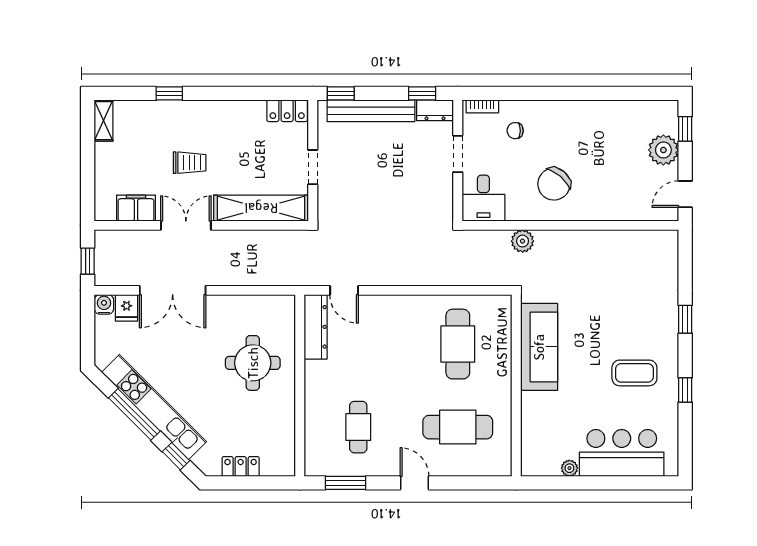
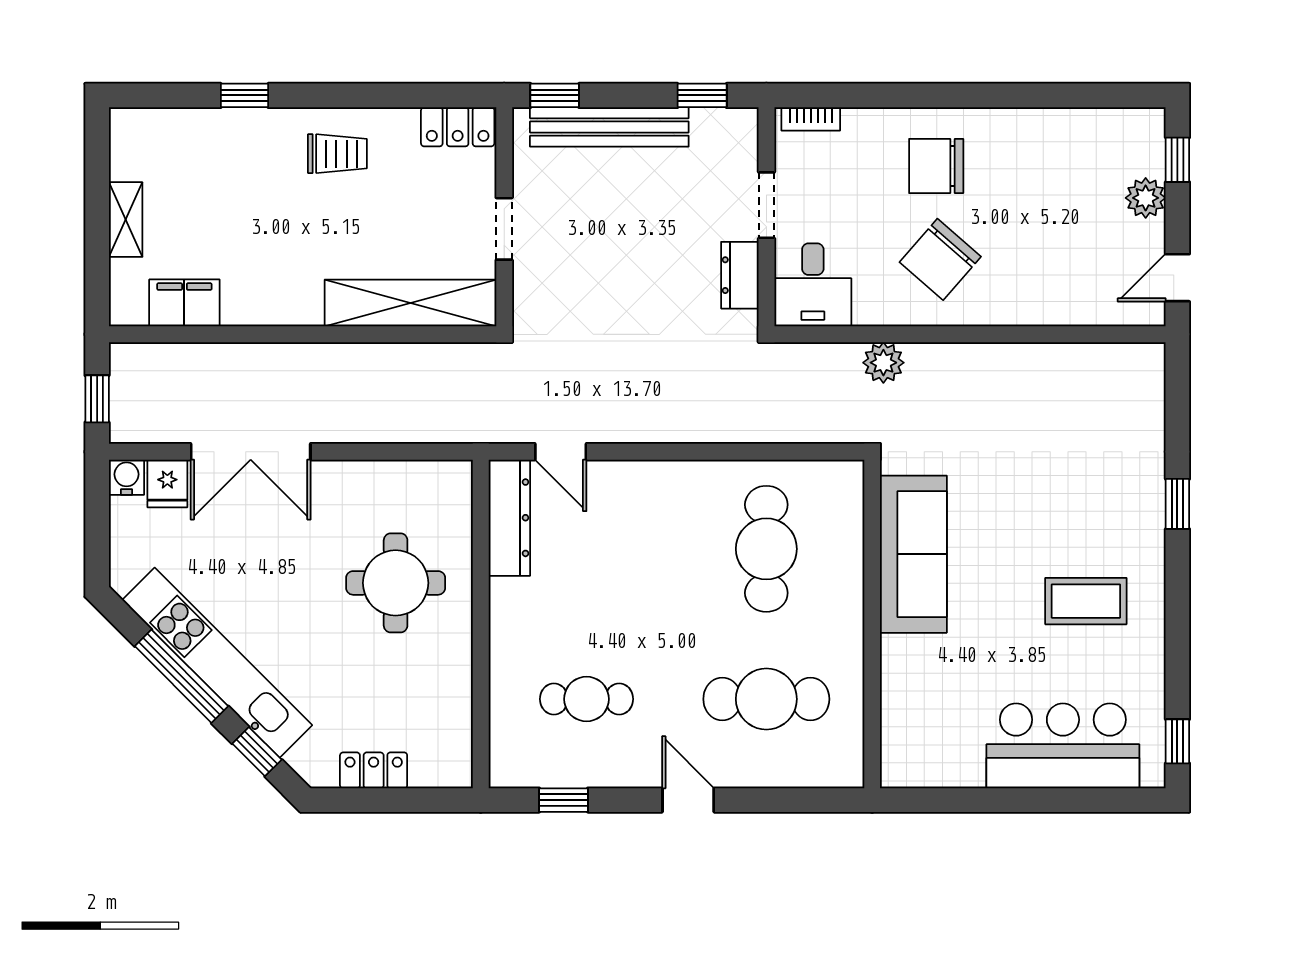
dresser: (435, 110) -> (740, 275), moved, turned 90
shelving: (104, 121) -> (126, 220), moved
chair: (515, 131) -> (936, 166), moved, width x1.87, depth x1.87
plant: (663, 150) -> (1146, 198), width x0.73, depth x0.73
trolley: (190, 163) -> (337, 154), moved
double door: (186, 225) -> (275, 334), removed
window: (685, 390) -> (1177, 741), moved
cafe table: (358, 427) -> (587, 699), turned 90
plant: (569, 468) -> (968, 773), removed
window: (346, 483) -> (563, 800), width x0.67

